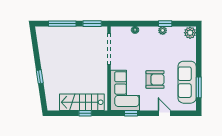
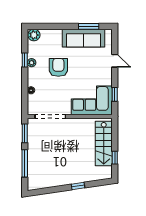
armchair: (155, 79) -> (58, 67), moved
window: (85, 113) -> (115, 158), moved
door: (164, 113) -> (115, 61), swing flipped

